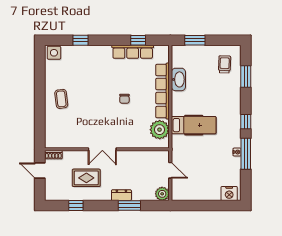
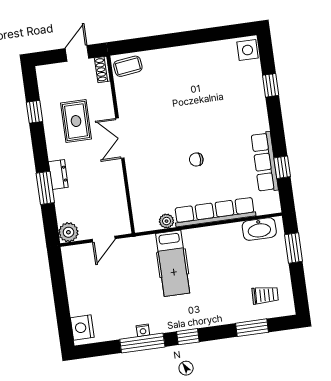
washbasin: (178, 79) -> (259, 229), moved
coffee table: (61, 99) -> (128, 66), moved
plant: (160, 130) -> (167, 221), width x0.53, depth x0.53

